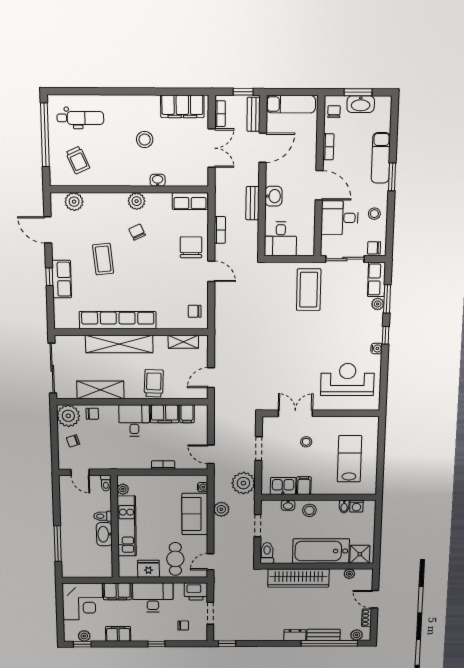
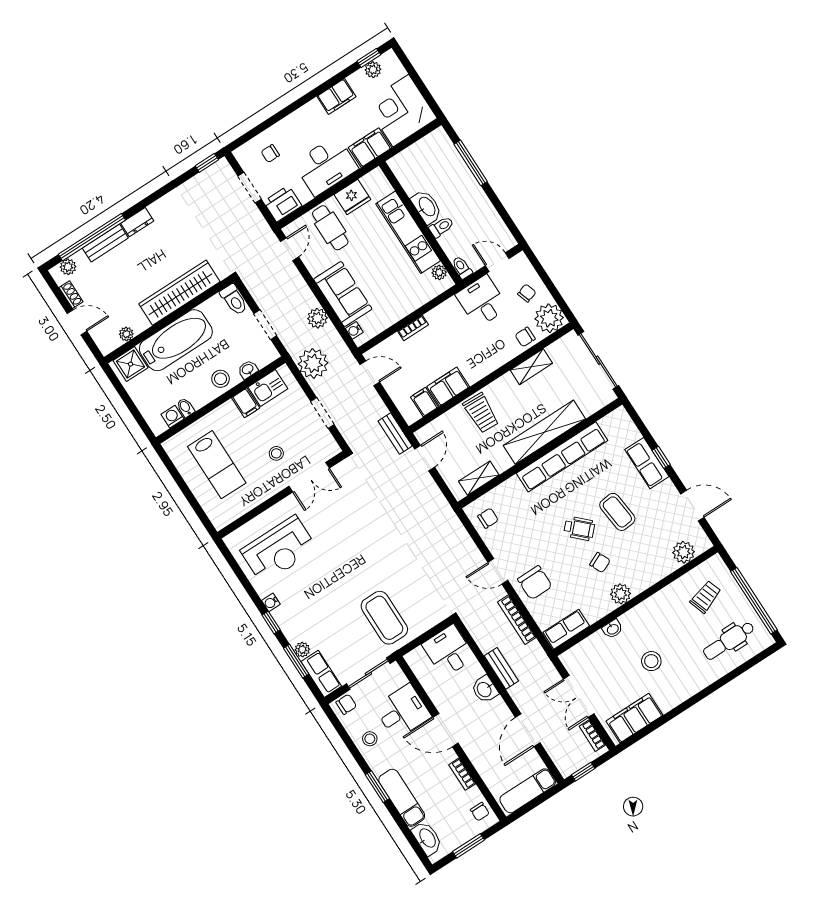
washbasin: (361, 104) -> (427, 838), moved, turned 90
bench: (254, 114) -> (395, 434), moved
trolley: (78, 160) -> (706, 597), turned 95
bookcase: (220, 230) -> (517, 620), width x1.56
wheelchair: (137, 265) -> (579, 528), added
shelving: (100, 390) -> (531, 367), width x0.67, depth x0.75
desk: (134, 420) -> (482, 301), moved, turned 180
window: (156, 644) -> (286, 112), removed

